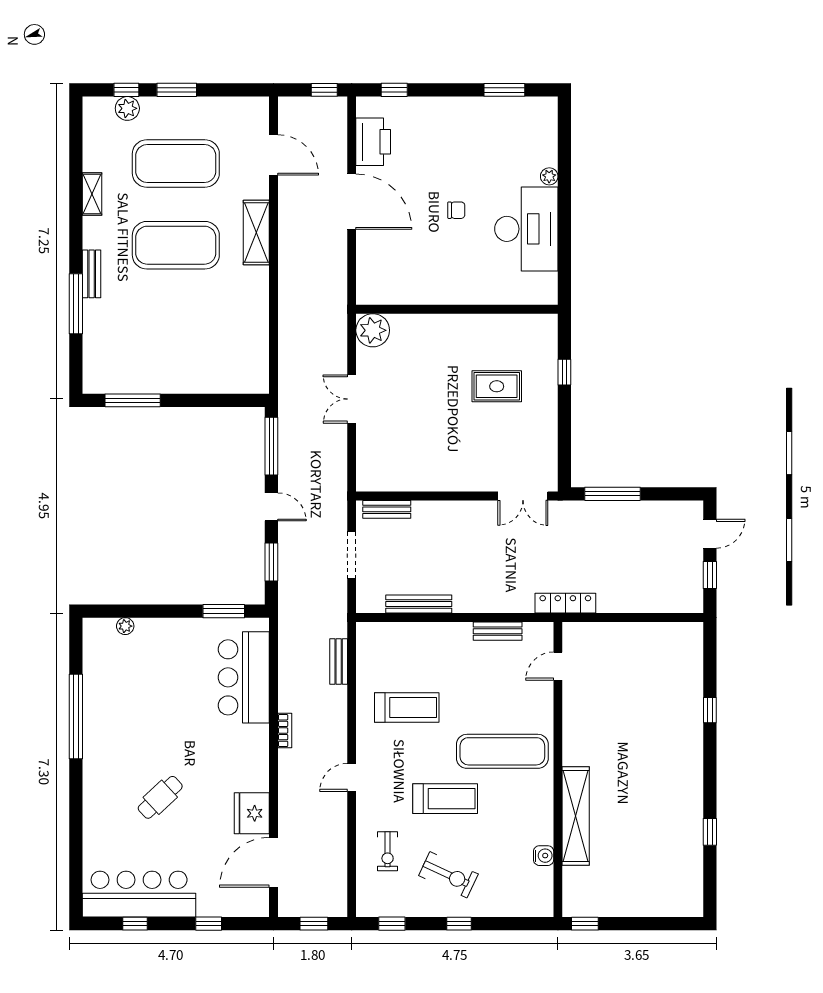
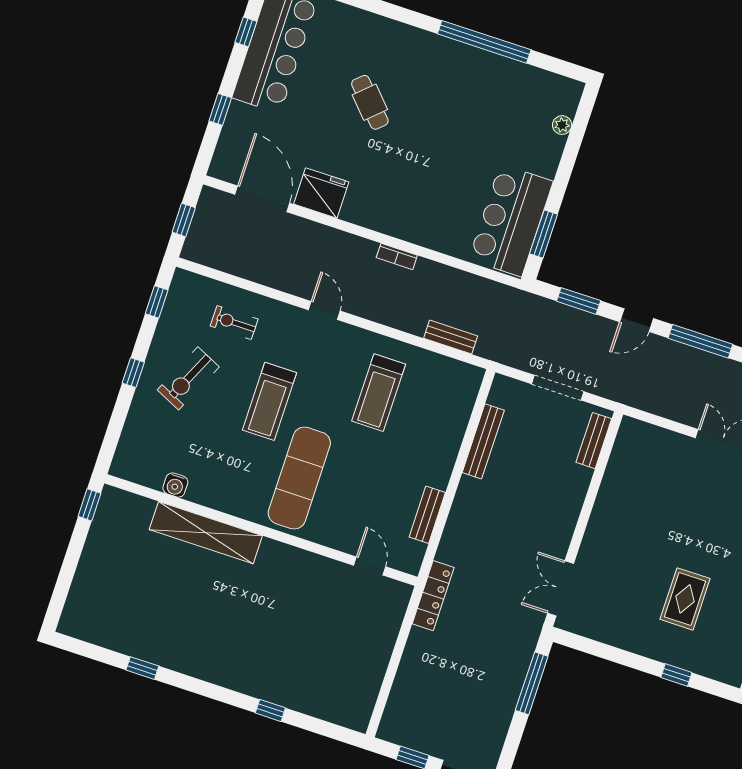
bar counter: (244, 677) -> (511, 220), moved, turned -90

